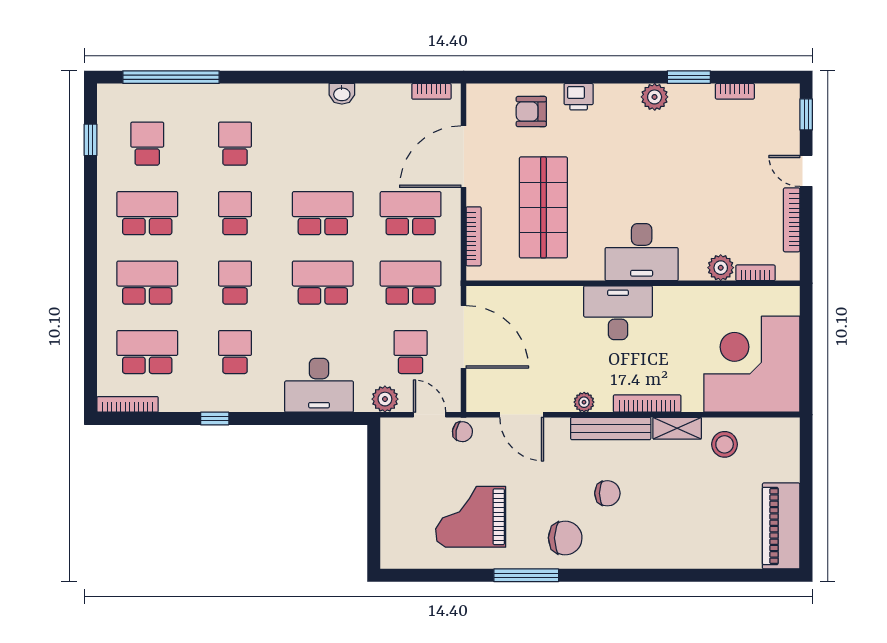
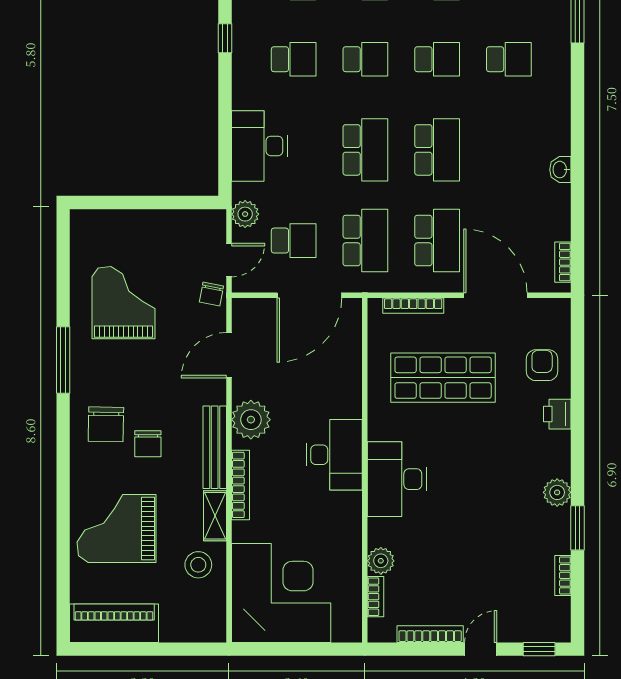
plant: (584, 402) -> (251, 420), width x1.87, depth x1.87
grand piano: (689, 524) -> (117, 528), added
chair: (565, 538) -> (106, 424), moved

